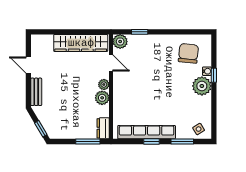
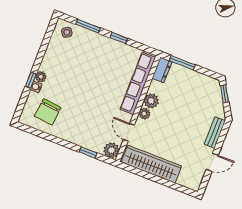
door: (28, 65) -> (212, 162), hinge flipped
plant: (202, 86) -> (41, 77), width x0.53, depth x0.53
row of seats: (147, 132) -> (138, 83), moved, turned 90

